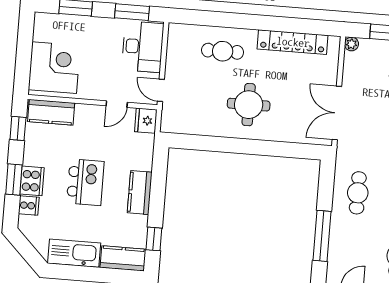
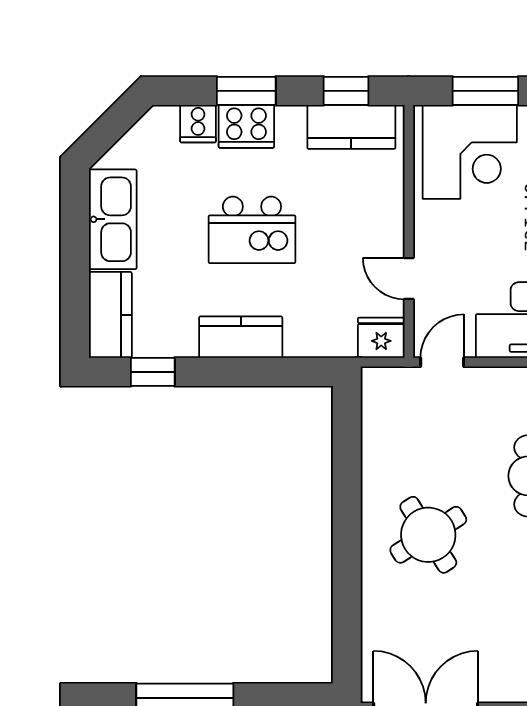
window: (24, 57) -> (485, 91), added
round table: (249, 105) -> (428, 535), turned -32
kitchen counter: (51, 112) -> (351, 127), moved, turned -90

